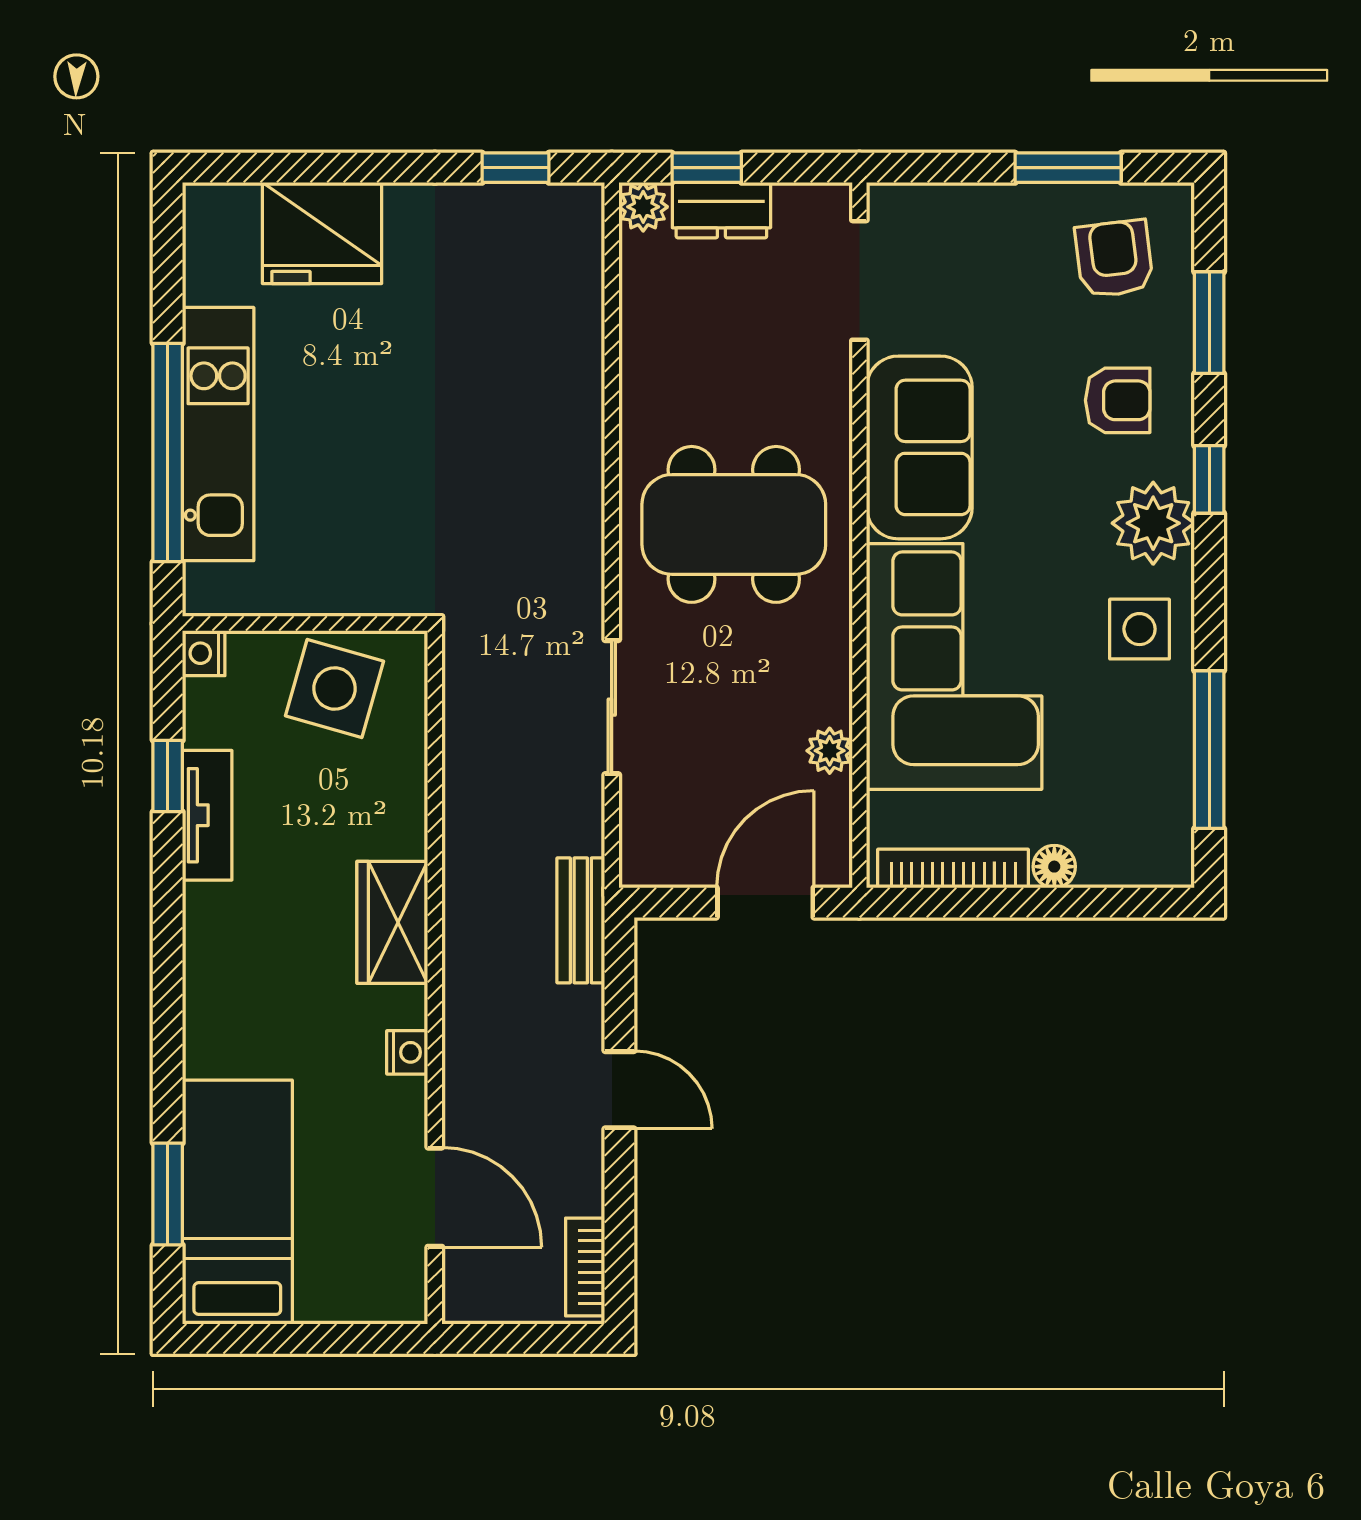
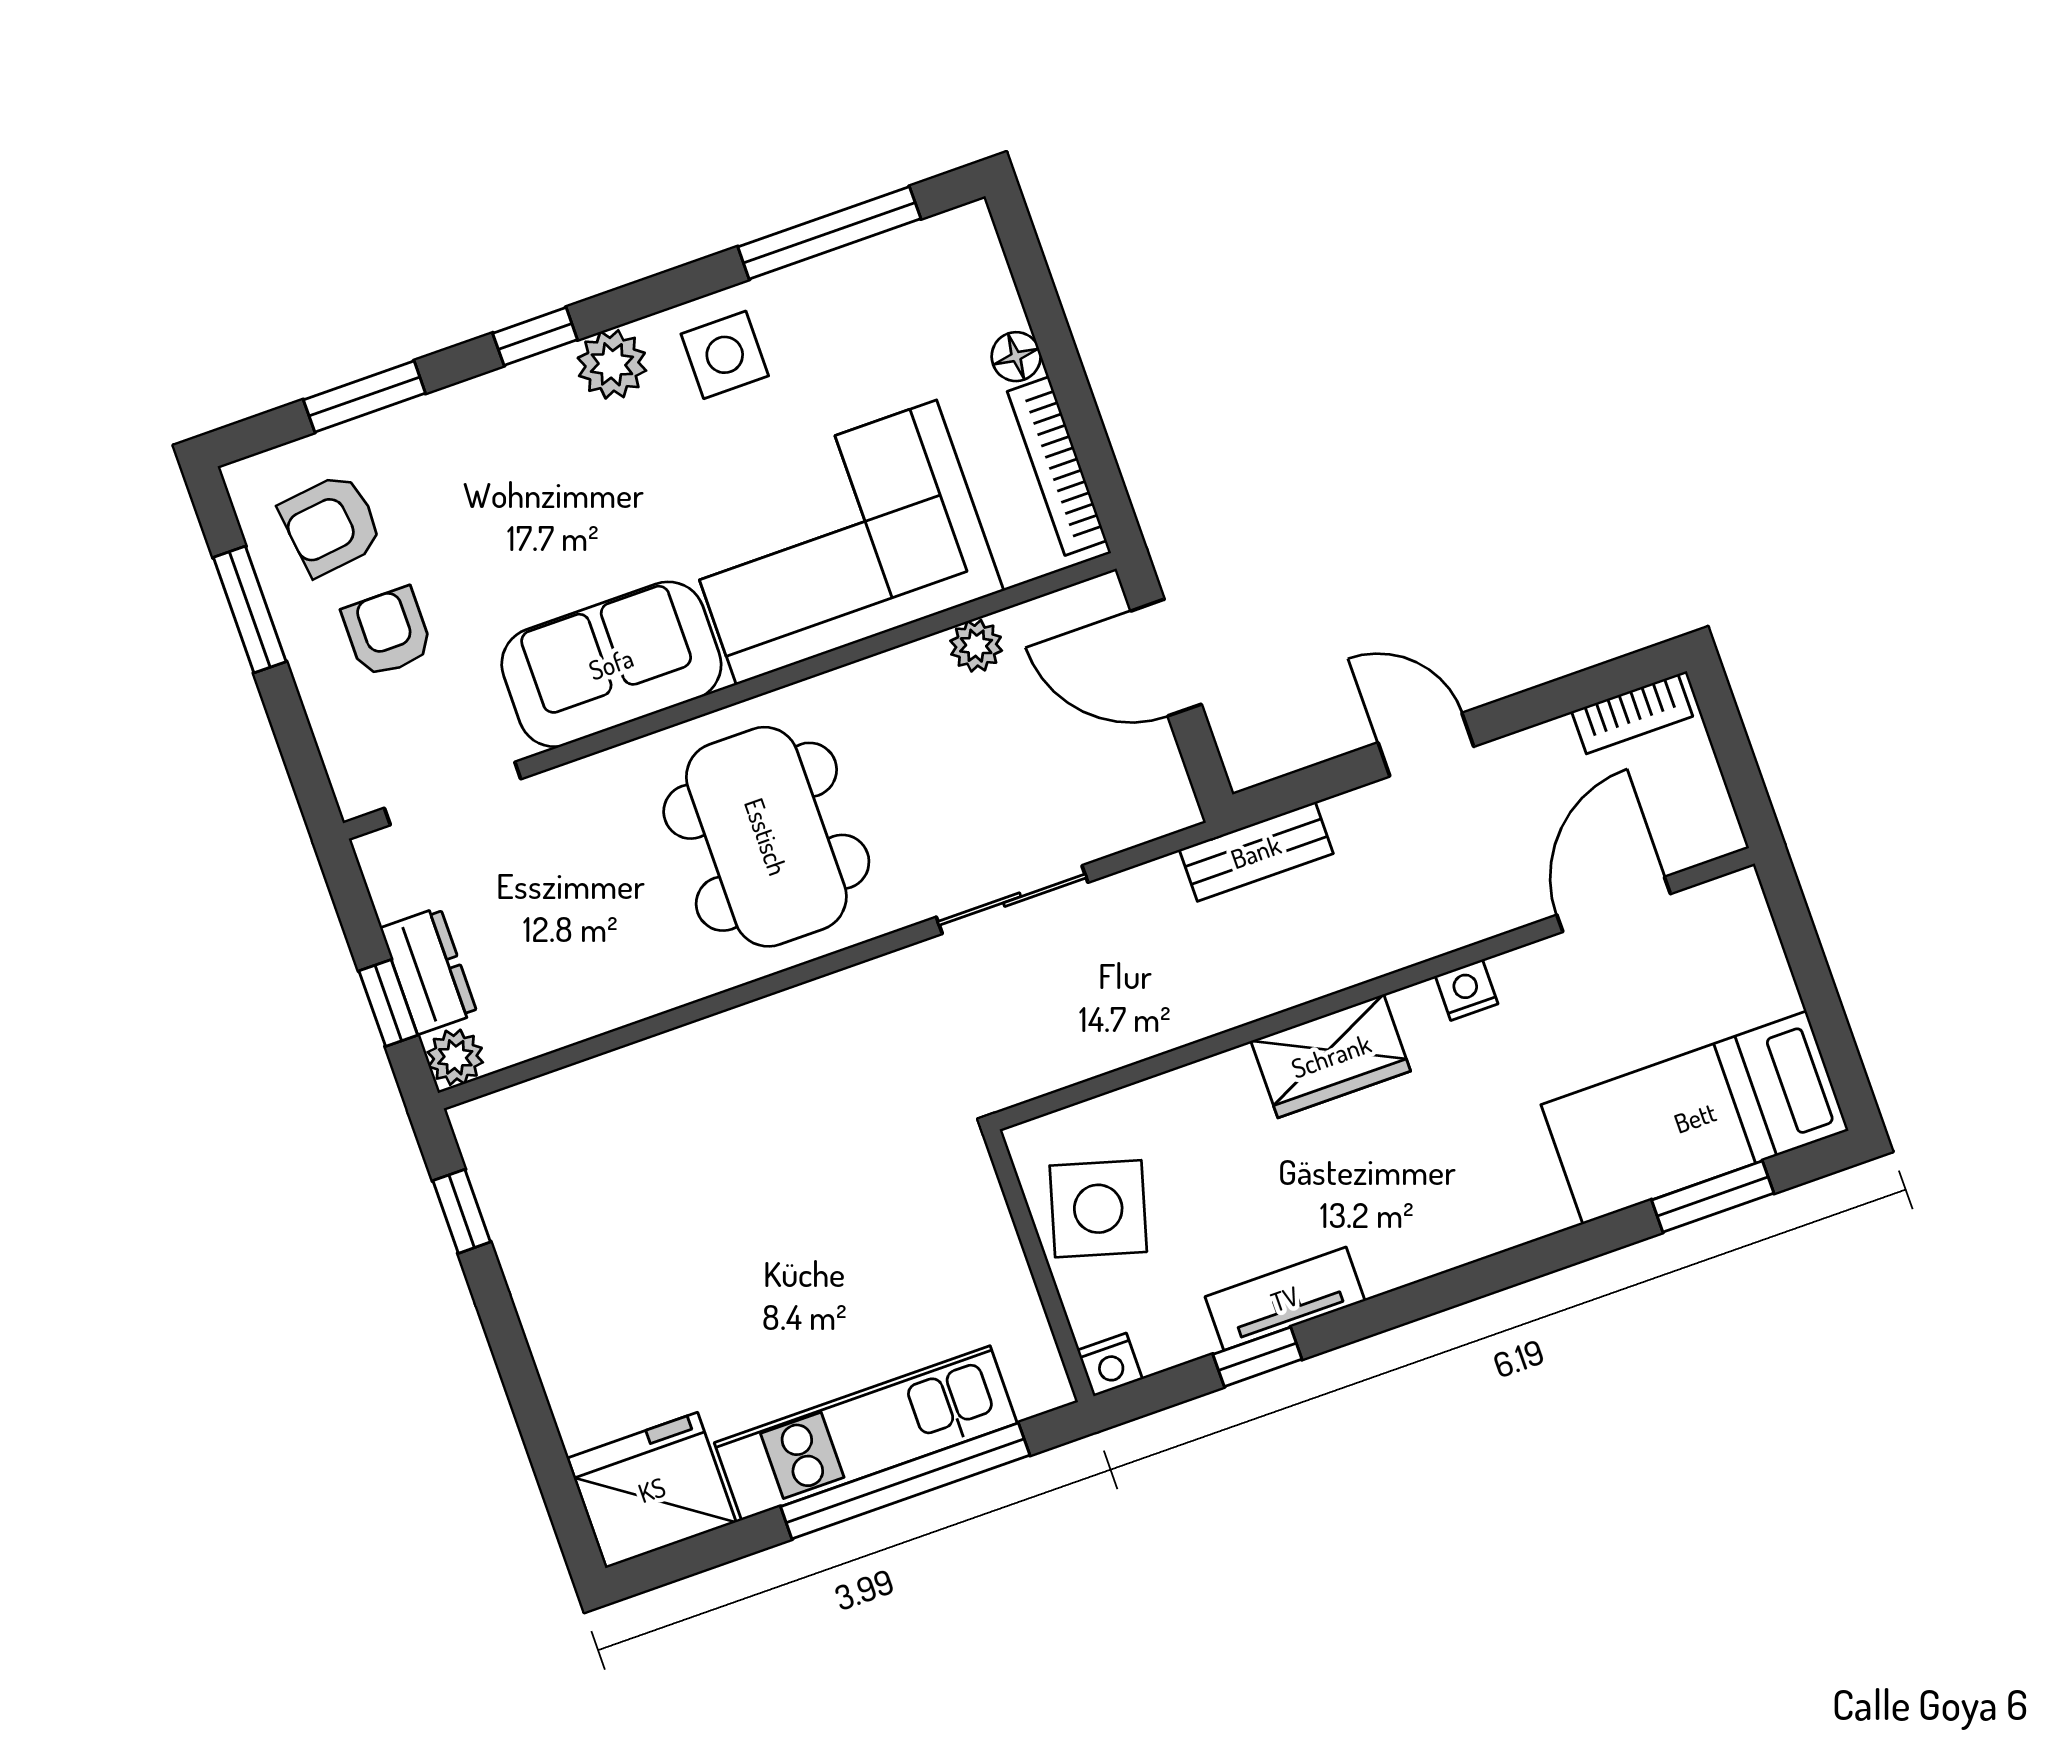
fridge: (322, 233) -> (652, 1490), moved, turned -90
armchair: (1118, 400) -> (387, 632), moved
plant: (1153, 523) -> (612, 364), width x0.73, depth x0.73
door: (619, 1090) -> (1426, 745), hinge flipped

